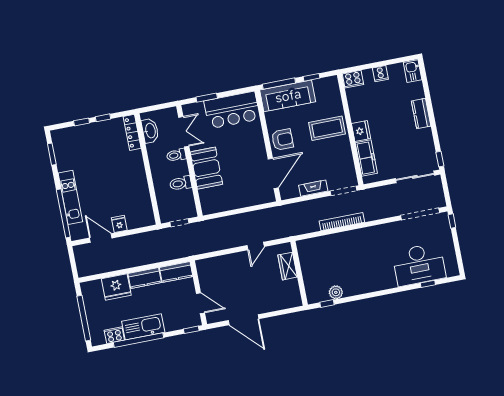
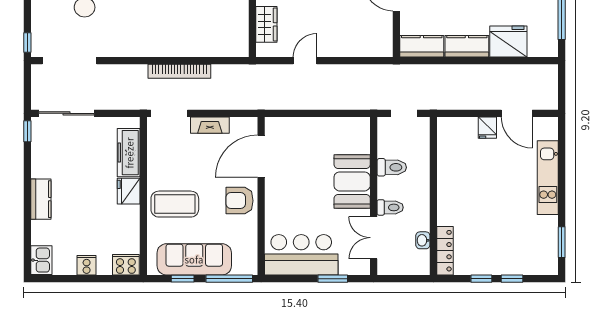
sofa: (288, 96) -> (194, 259), moved
washbasin: (150, 131) -> (423, 240), width x0.52, depth x0.69
window: (63, 213) -> (562, 157), removed

